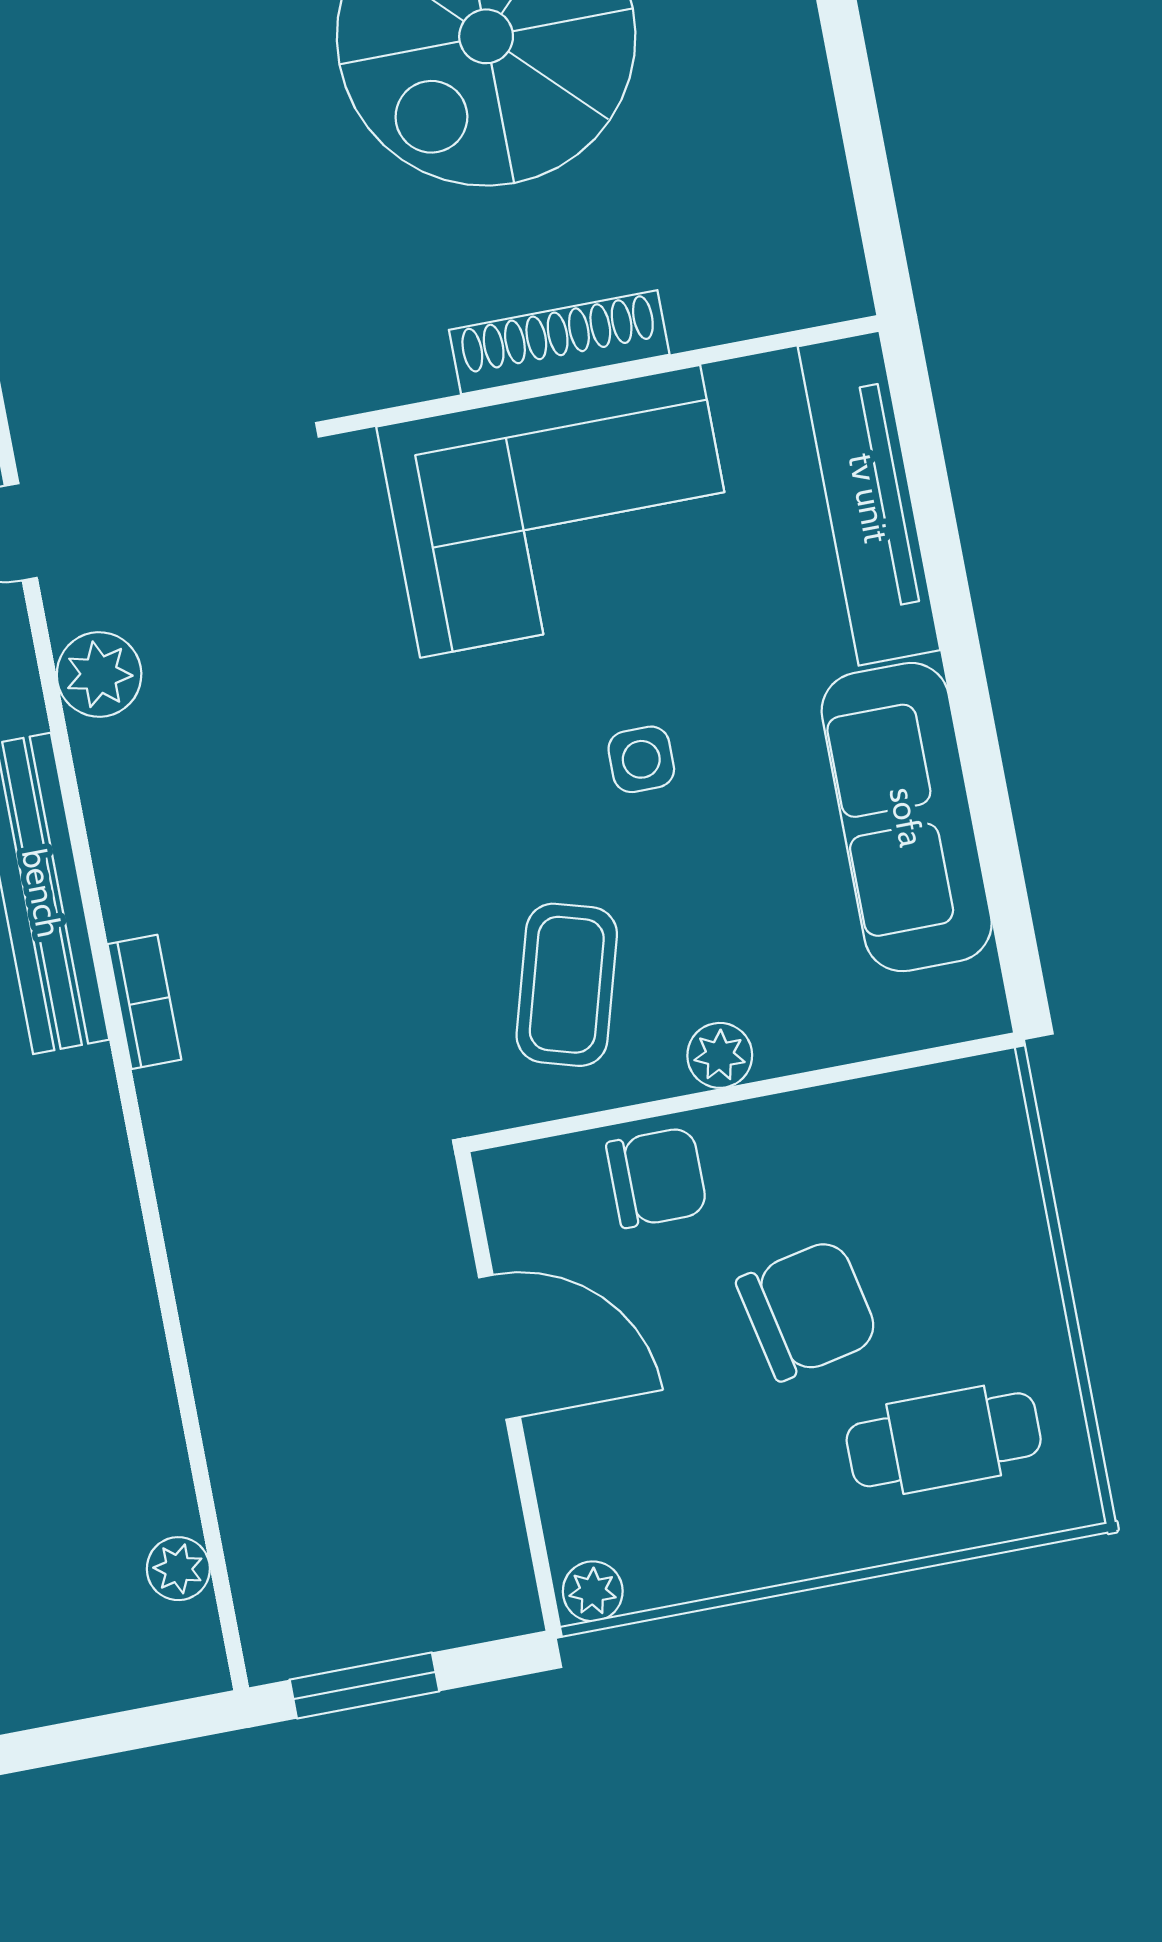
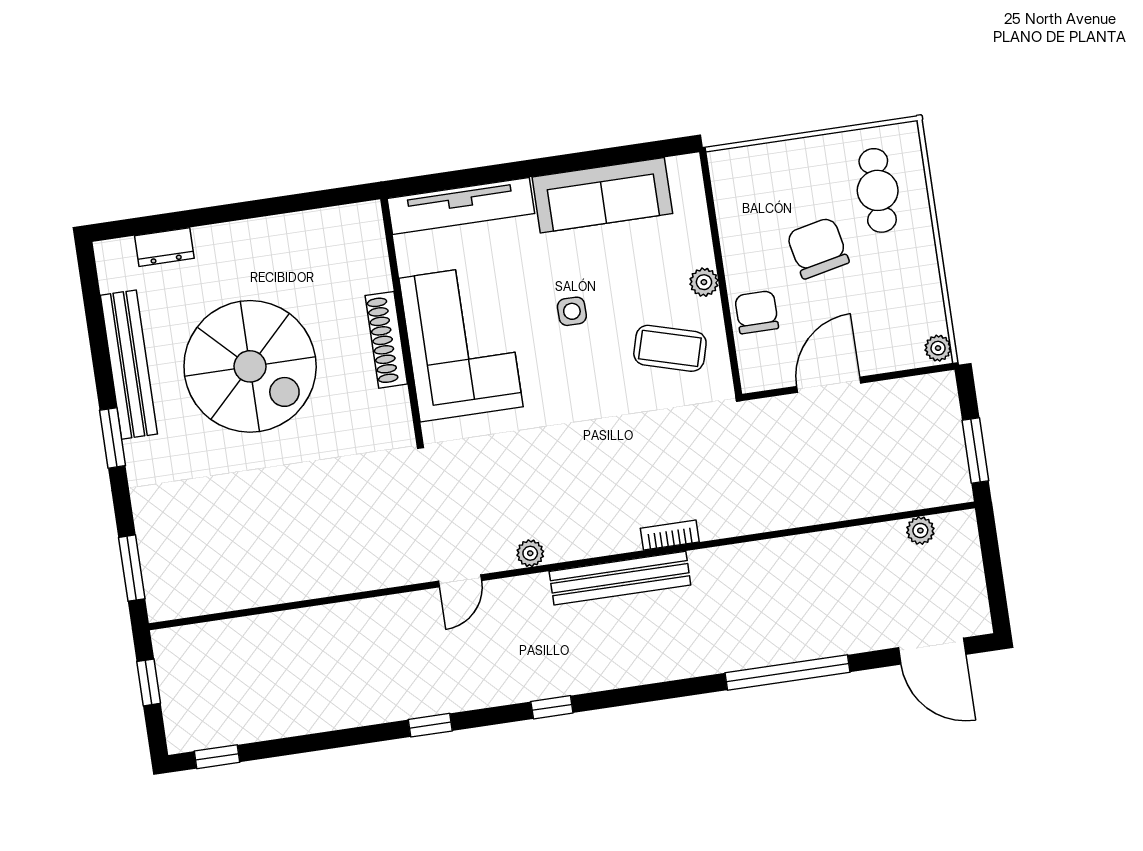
plant: (99, 674) -> (530, 553), width x0.73, depth x0.73

